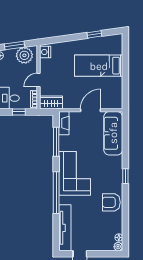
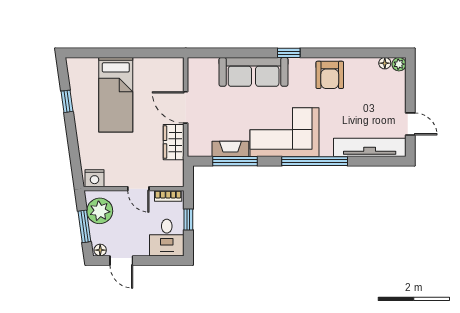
wardrobe: (51, 103) -> (174, 142), moved
fireplace: (64, 123) -> (230, 149), moved
sofa: (113, 133) -> (254, 72), moved

